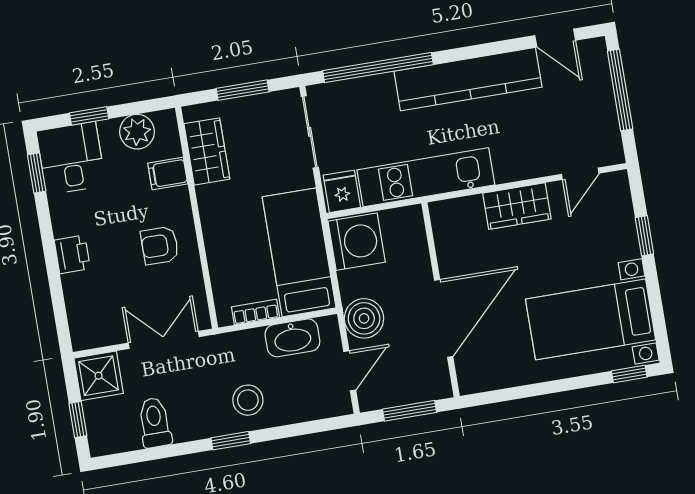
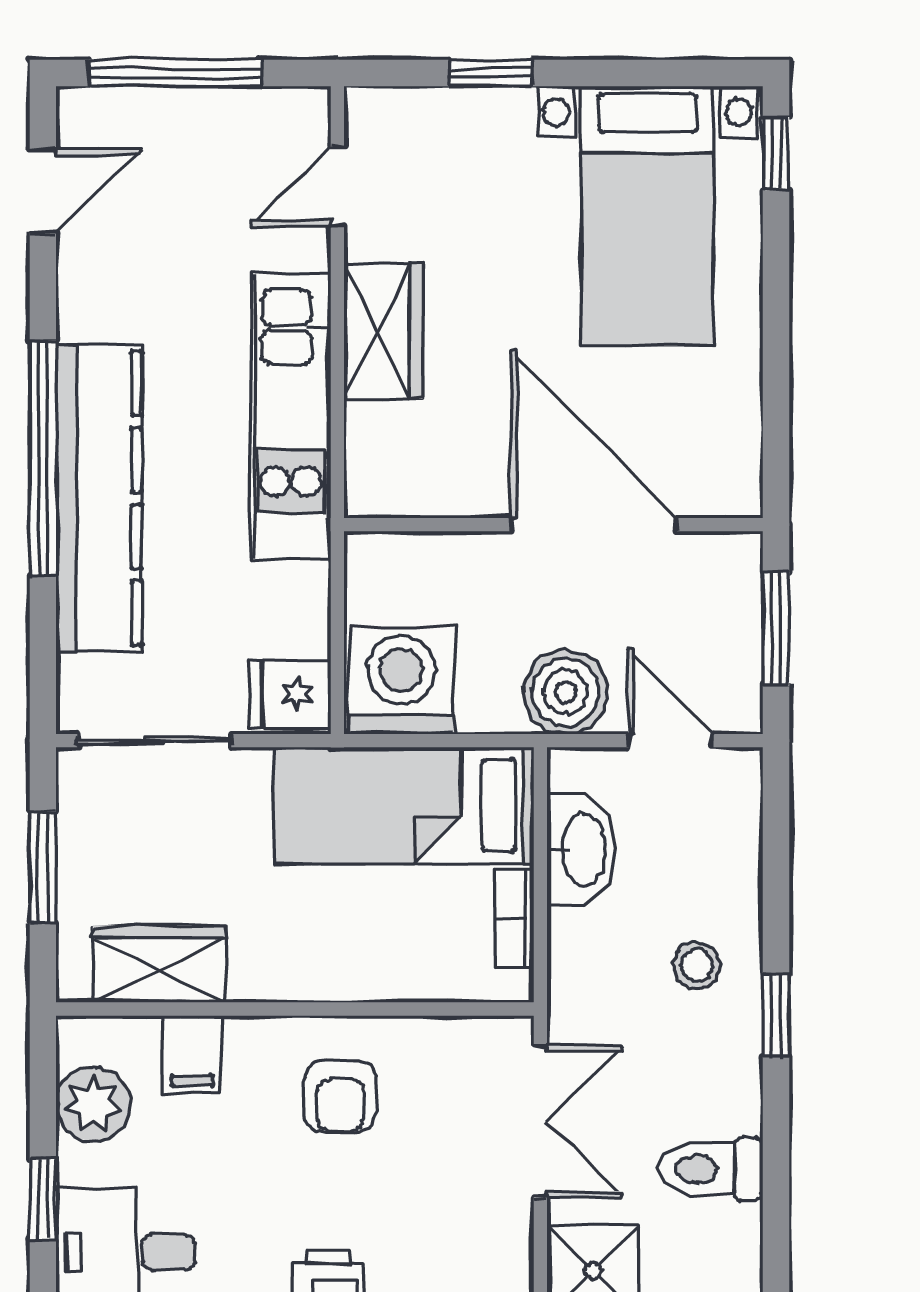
window: (378, 68) -> (43, 458), moved
kitchen counter: (468, 79) -> (99, 498), moved
door: (580, 174) -> (337, 186), swing flipped
kitchen unit: (426, 177) -> (291, 416), moved
double door: (164, 340) -> (540, 1121), swing flipped
stool: (248, 400) -> (697, 965), width x0.73, depth x0.73

